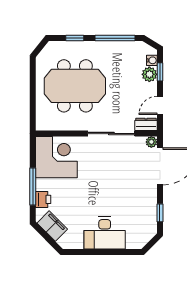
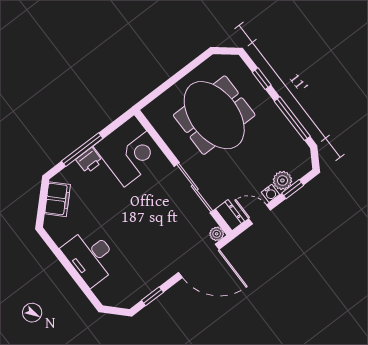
water cooler: (152, 60) -> (270, 193), moved
printer: (43, 199) -> (89, 161), moved

